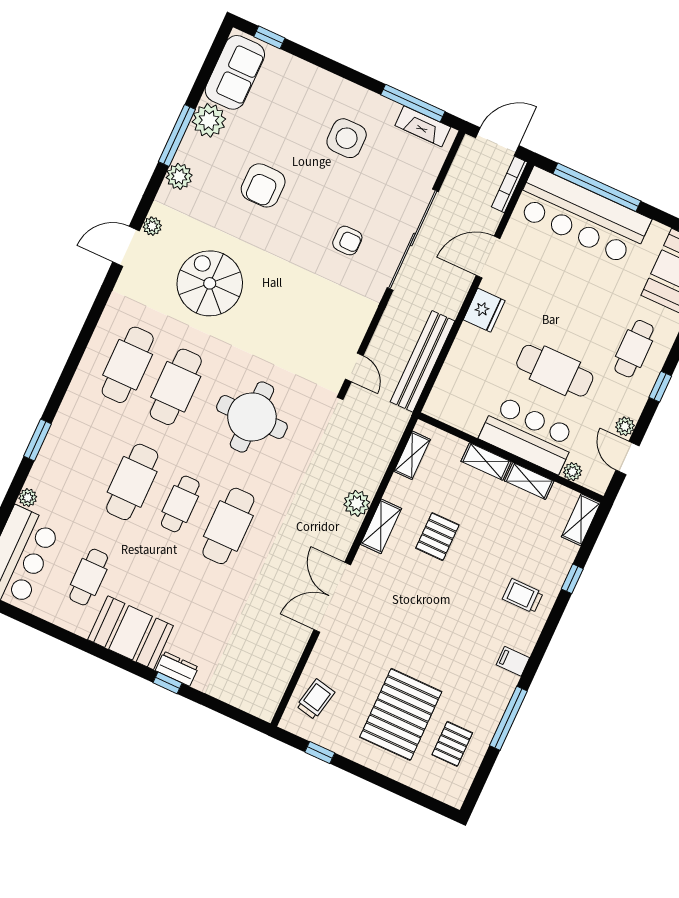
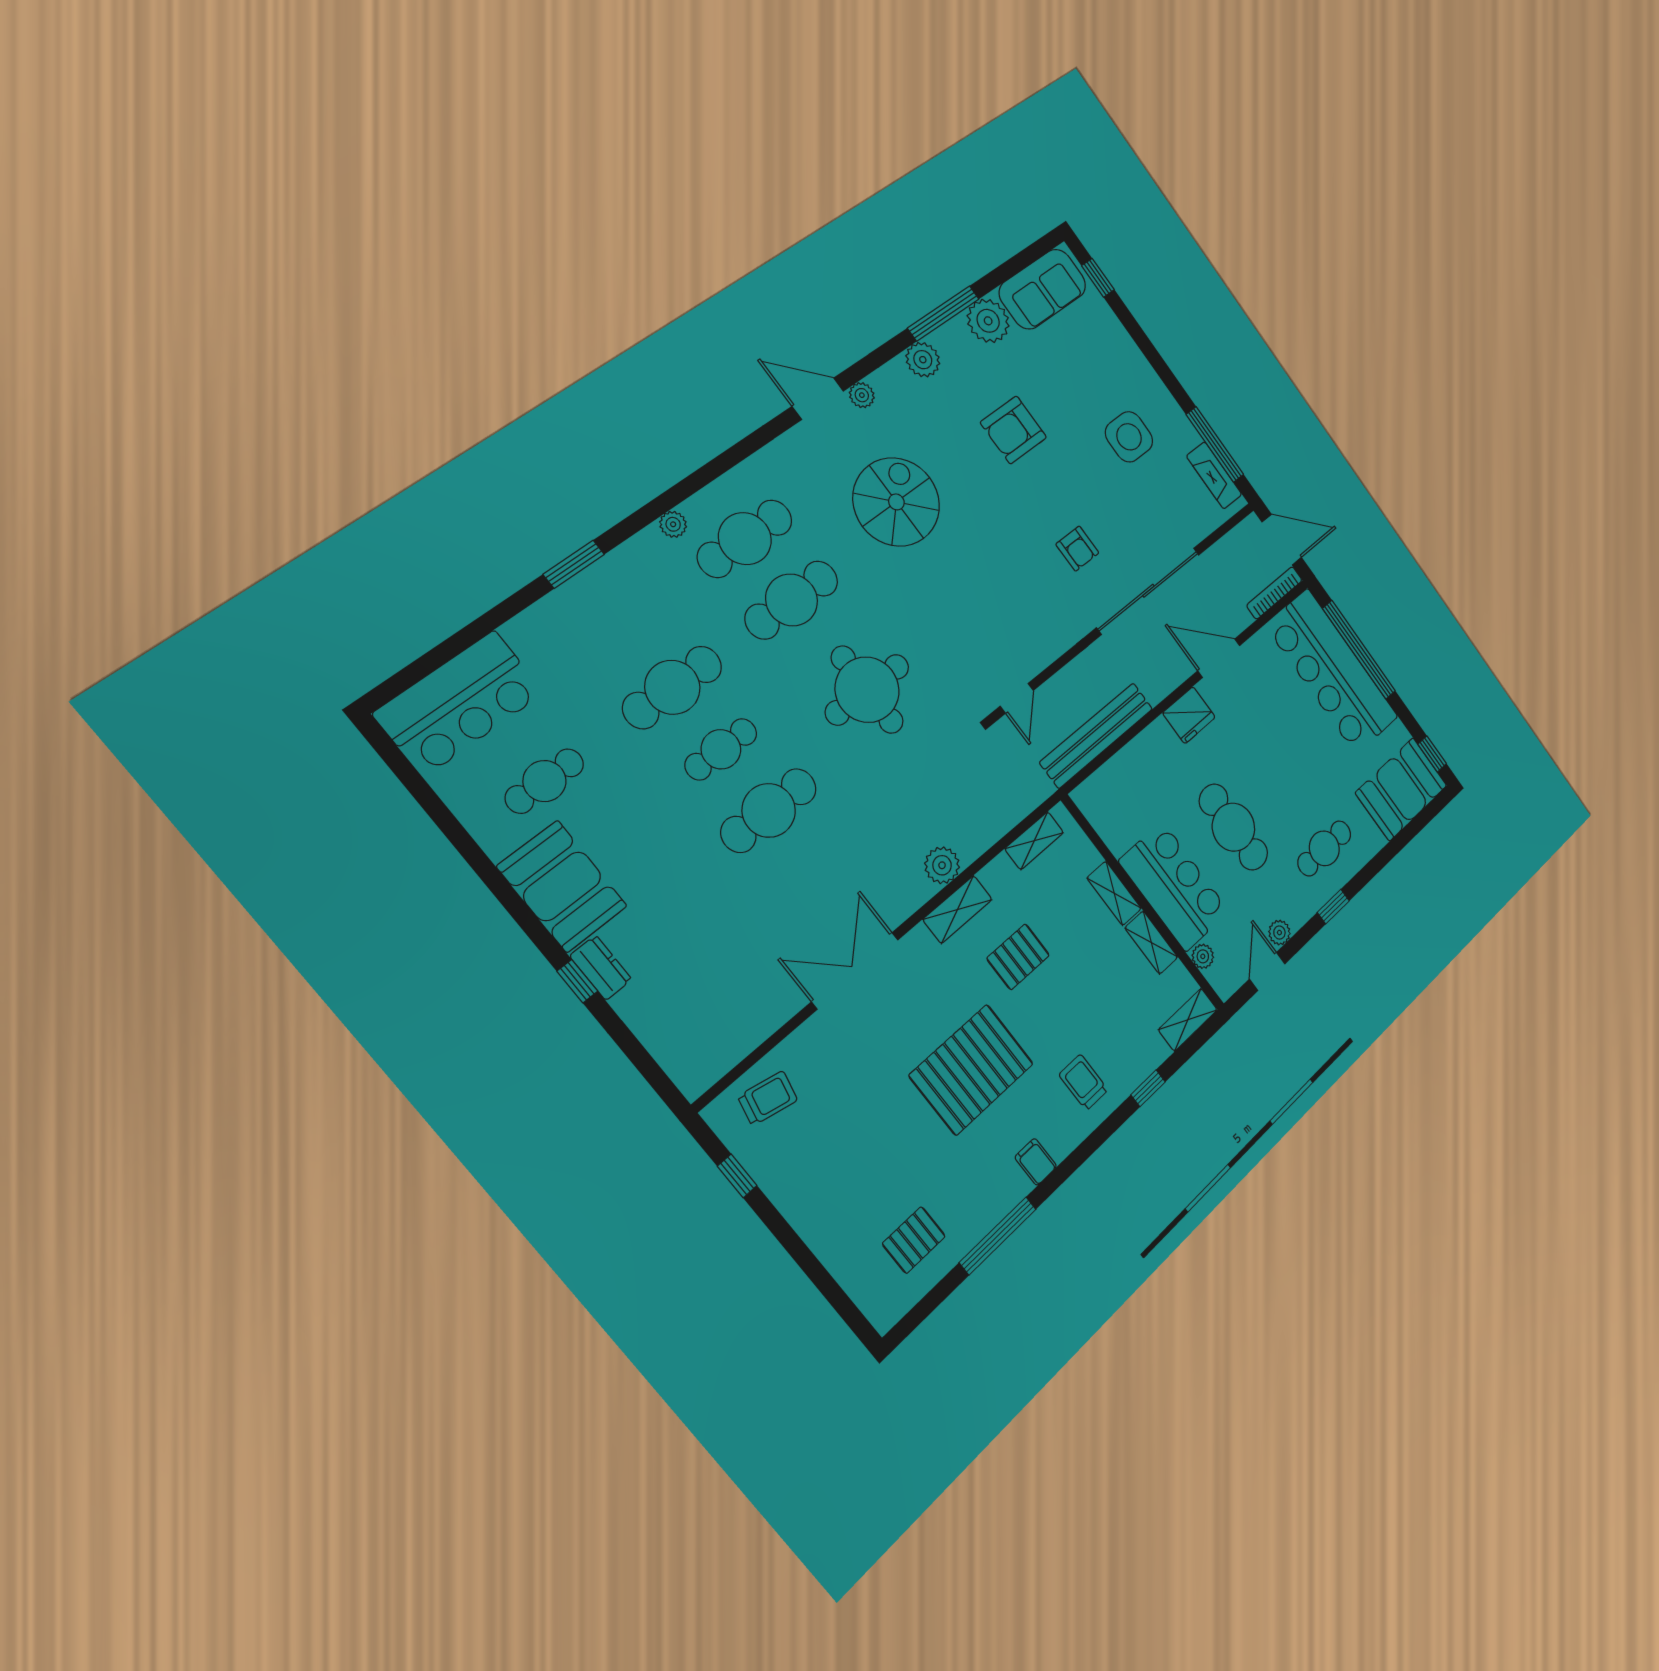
plant: (28, 498) -> (673, 524), moved
pallet: (401, 714) -> (972, 1070), moved

